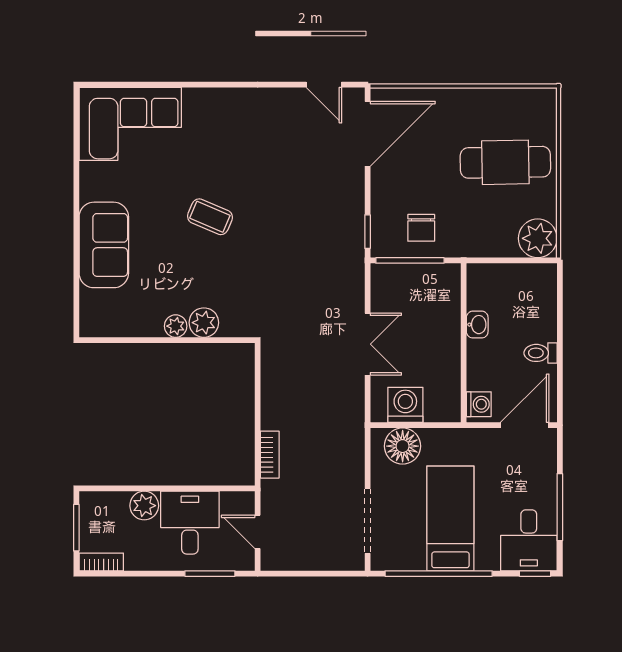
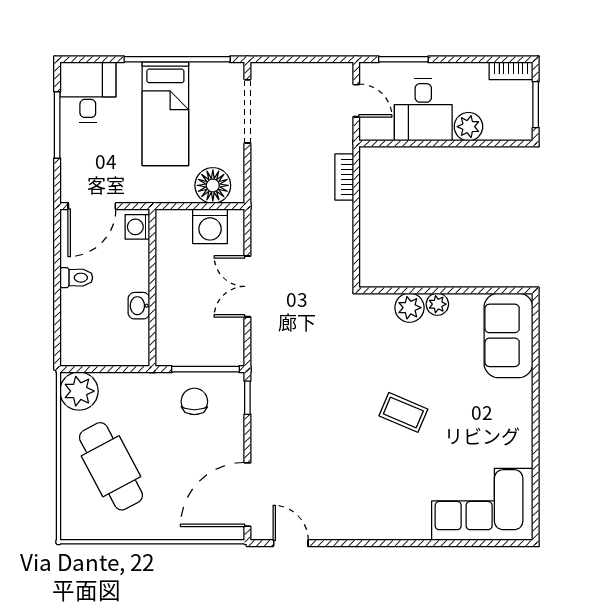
cafe table: (505, 162) -> (111, 466), turned 63
sofa: (104, 245) -> (508, 335), moved
window: (535, 574) -> (82, 59), removed

